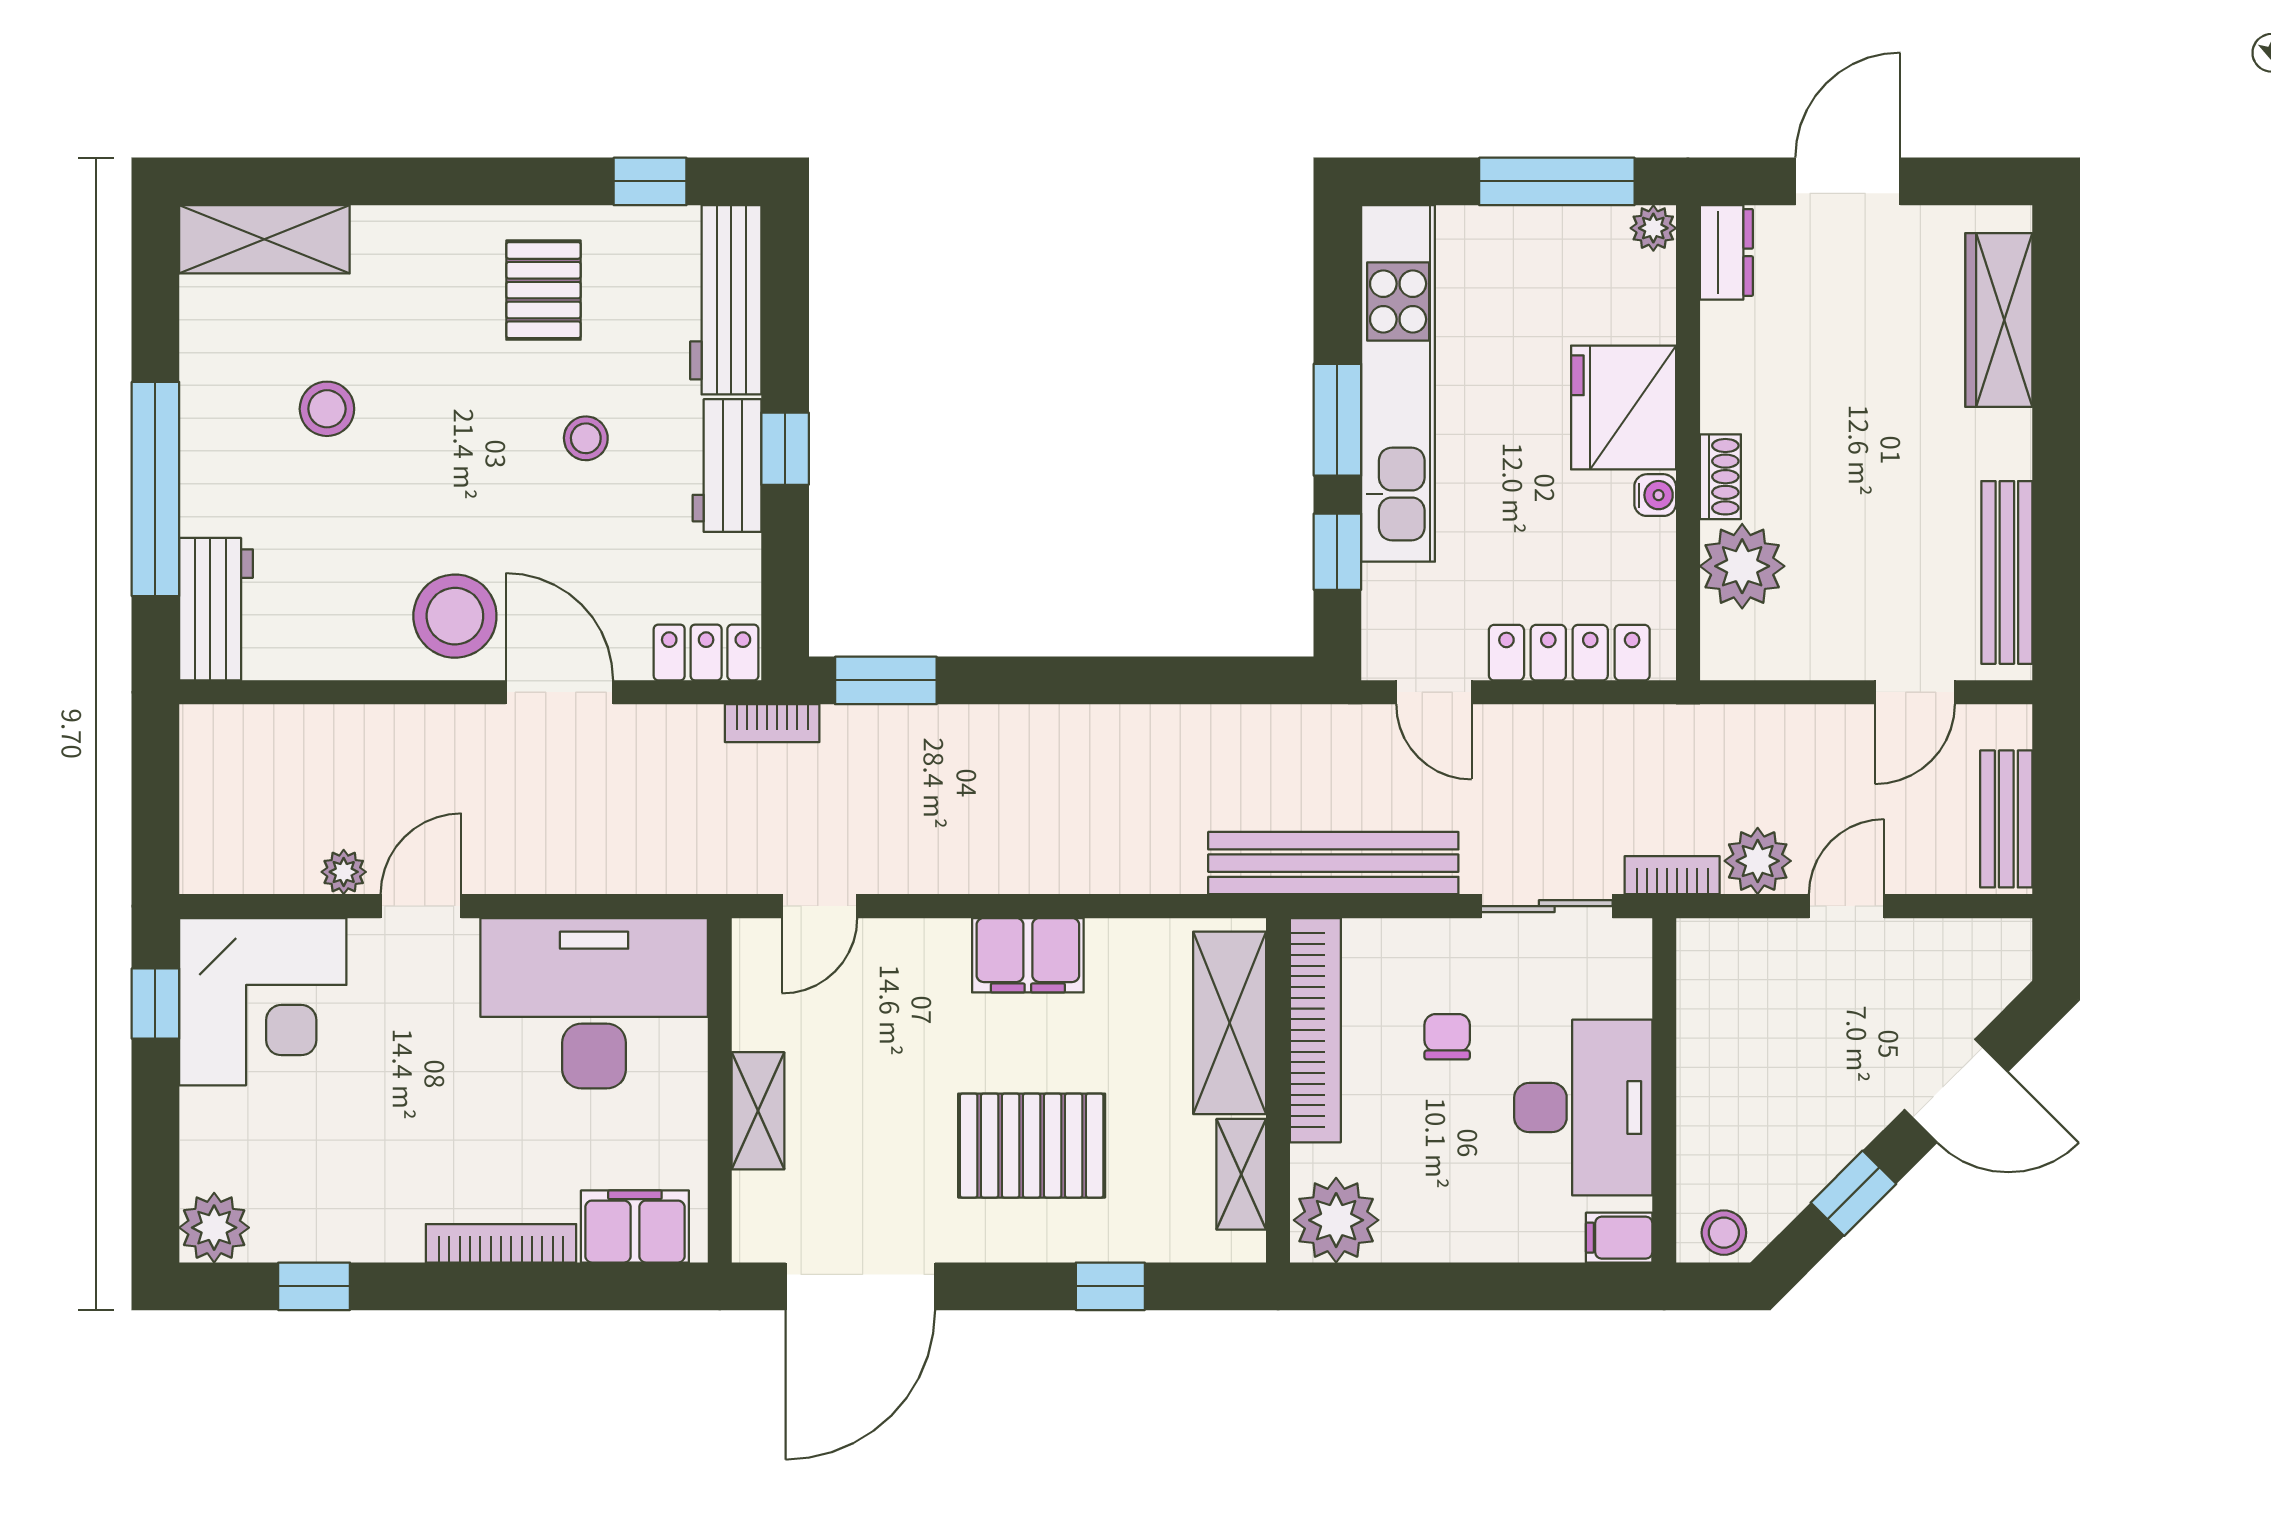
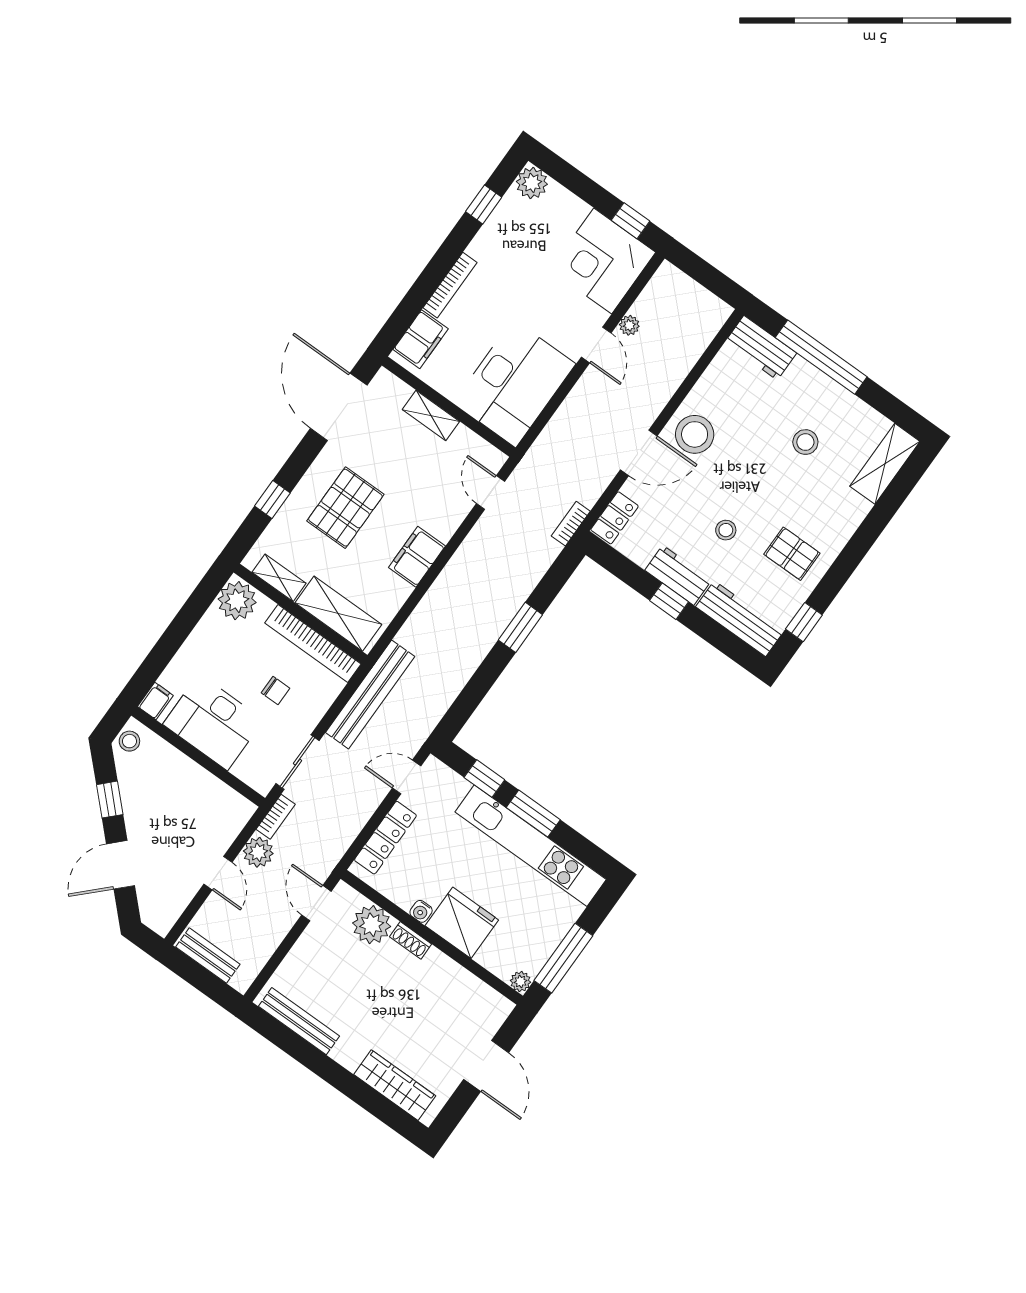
dresser: (1726, 252) -> (492, 1002), removed
window: (886, 680) -> (520, 627), moved
door: (1915, 692) -> (316, 903), moved

